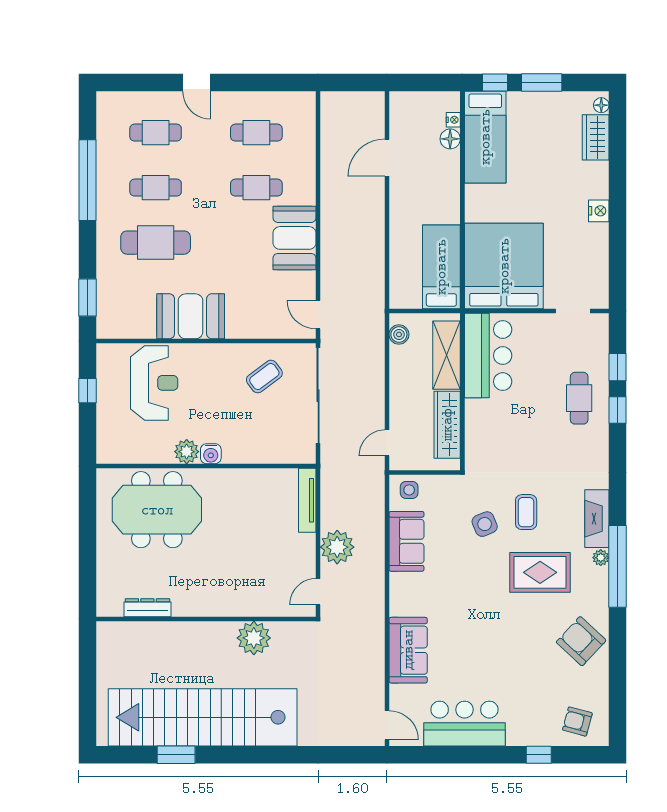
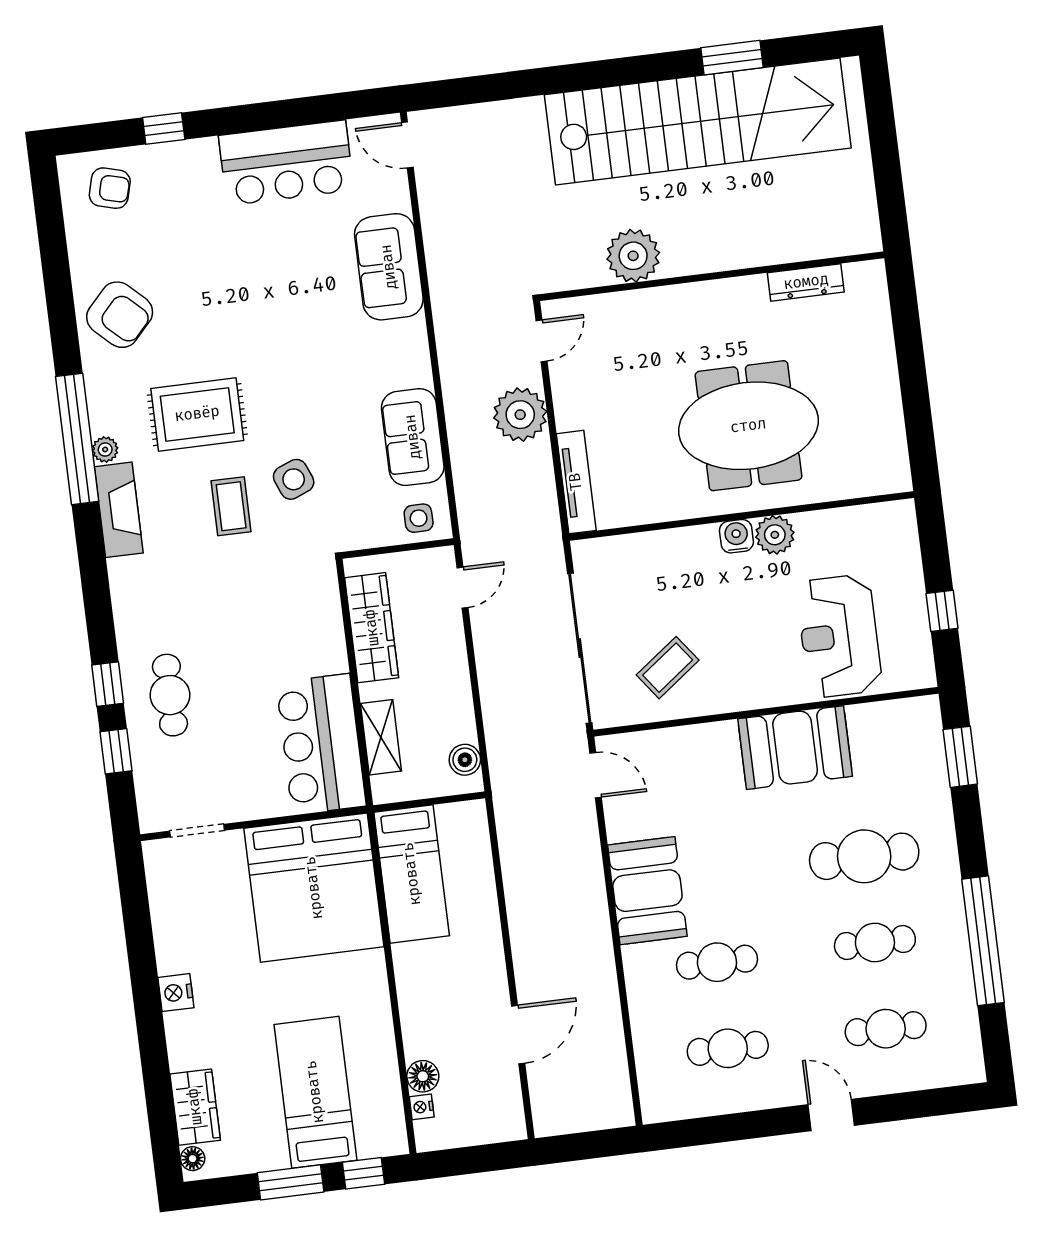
bed: (485, 137) -> (315, 1092), moved
shelving: (447, 355) -> (381, 737), width x0.67, depth x0.75
meeting table: (157, 510) -> (748, 426), moved

